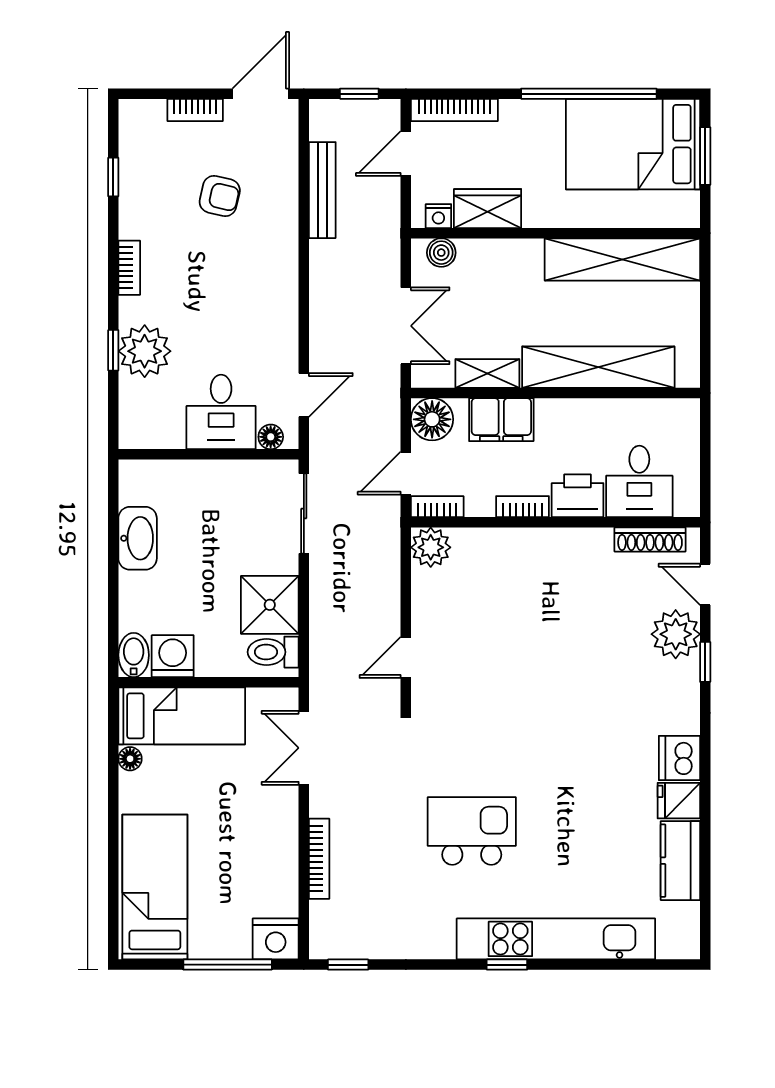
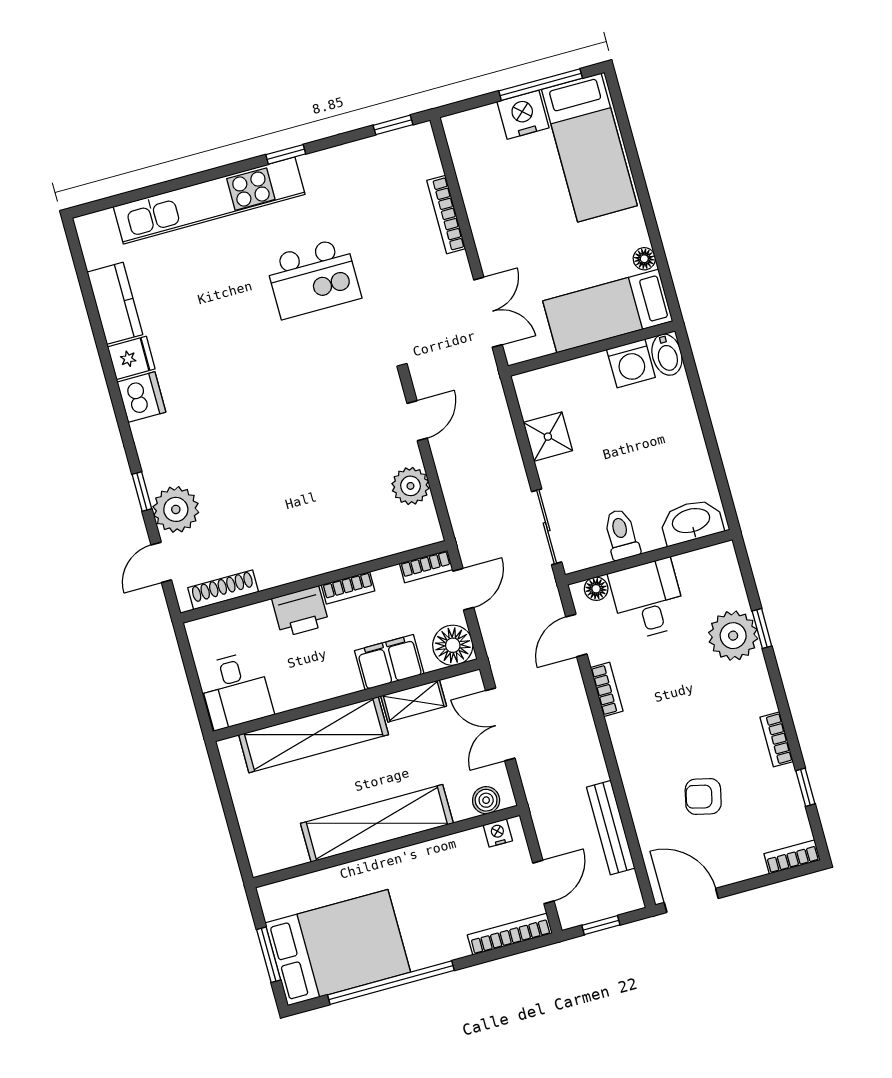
door: (261, 94) -> (691, 900), swing flipped
bookcase: (195, 110) -> (792, 857), moved
wardrobe: (488, 209) -> (455, 852), removed
shelving: (622, 259) -> (377, 823), moved
bookcase: (129, 268) -> (777, 739), moved
bookcase: (288, 332) -> (607, 689), added
desk: (639, 481) -> (235, 690), moved, turned 180
washbasin: (138, 538) -> (691, 522), moved, turned 90
plant: (431, 547) -> (410, 486), moved
door: (705, 584) -> (161, 562), swing flipped
shower: (270, 605) -> (548, 437), width x0.73, depth x0.73
toilet: (273, 652) -> (621, 535), moved, turned -90
nightstand: (276, 939) -> (523, 115), moved
window: (228, 965) -> (541, 85), moved
window: (507, 965) -> (286, 154), moved

